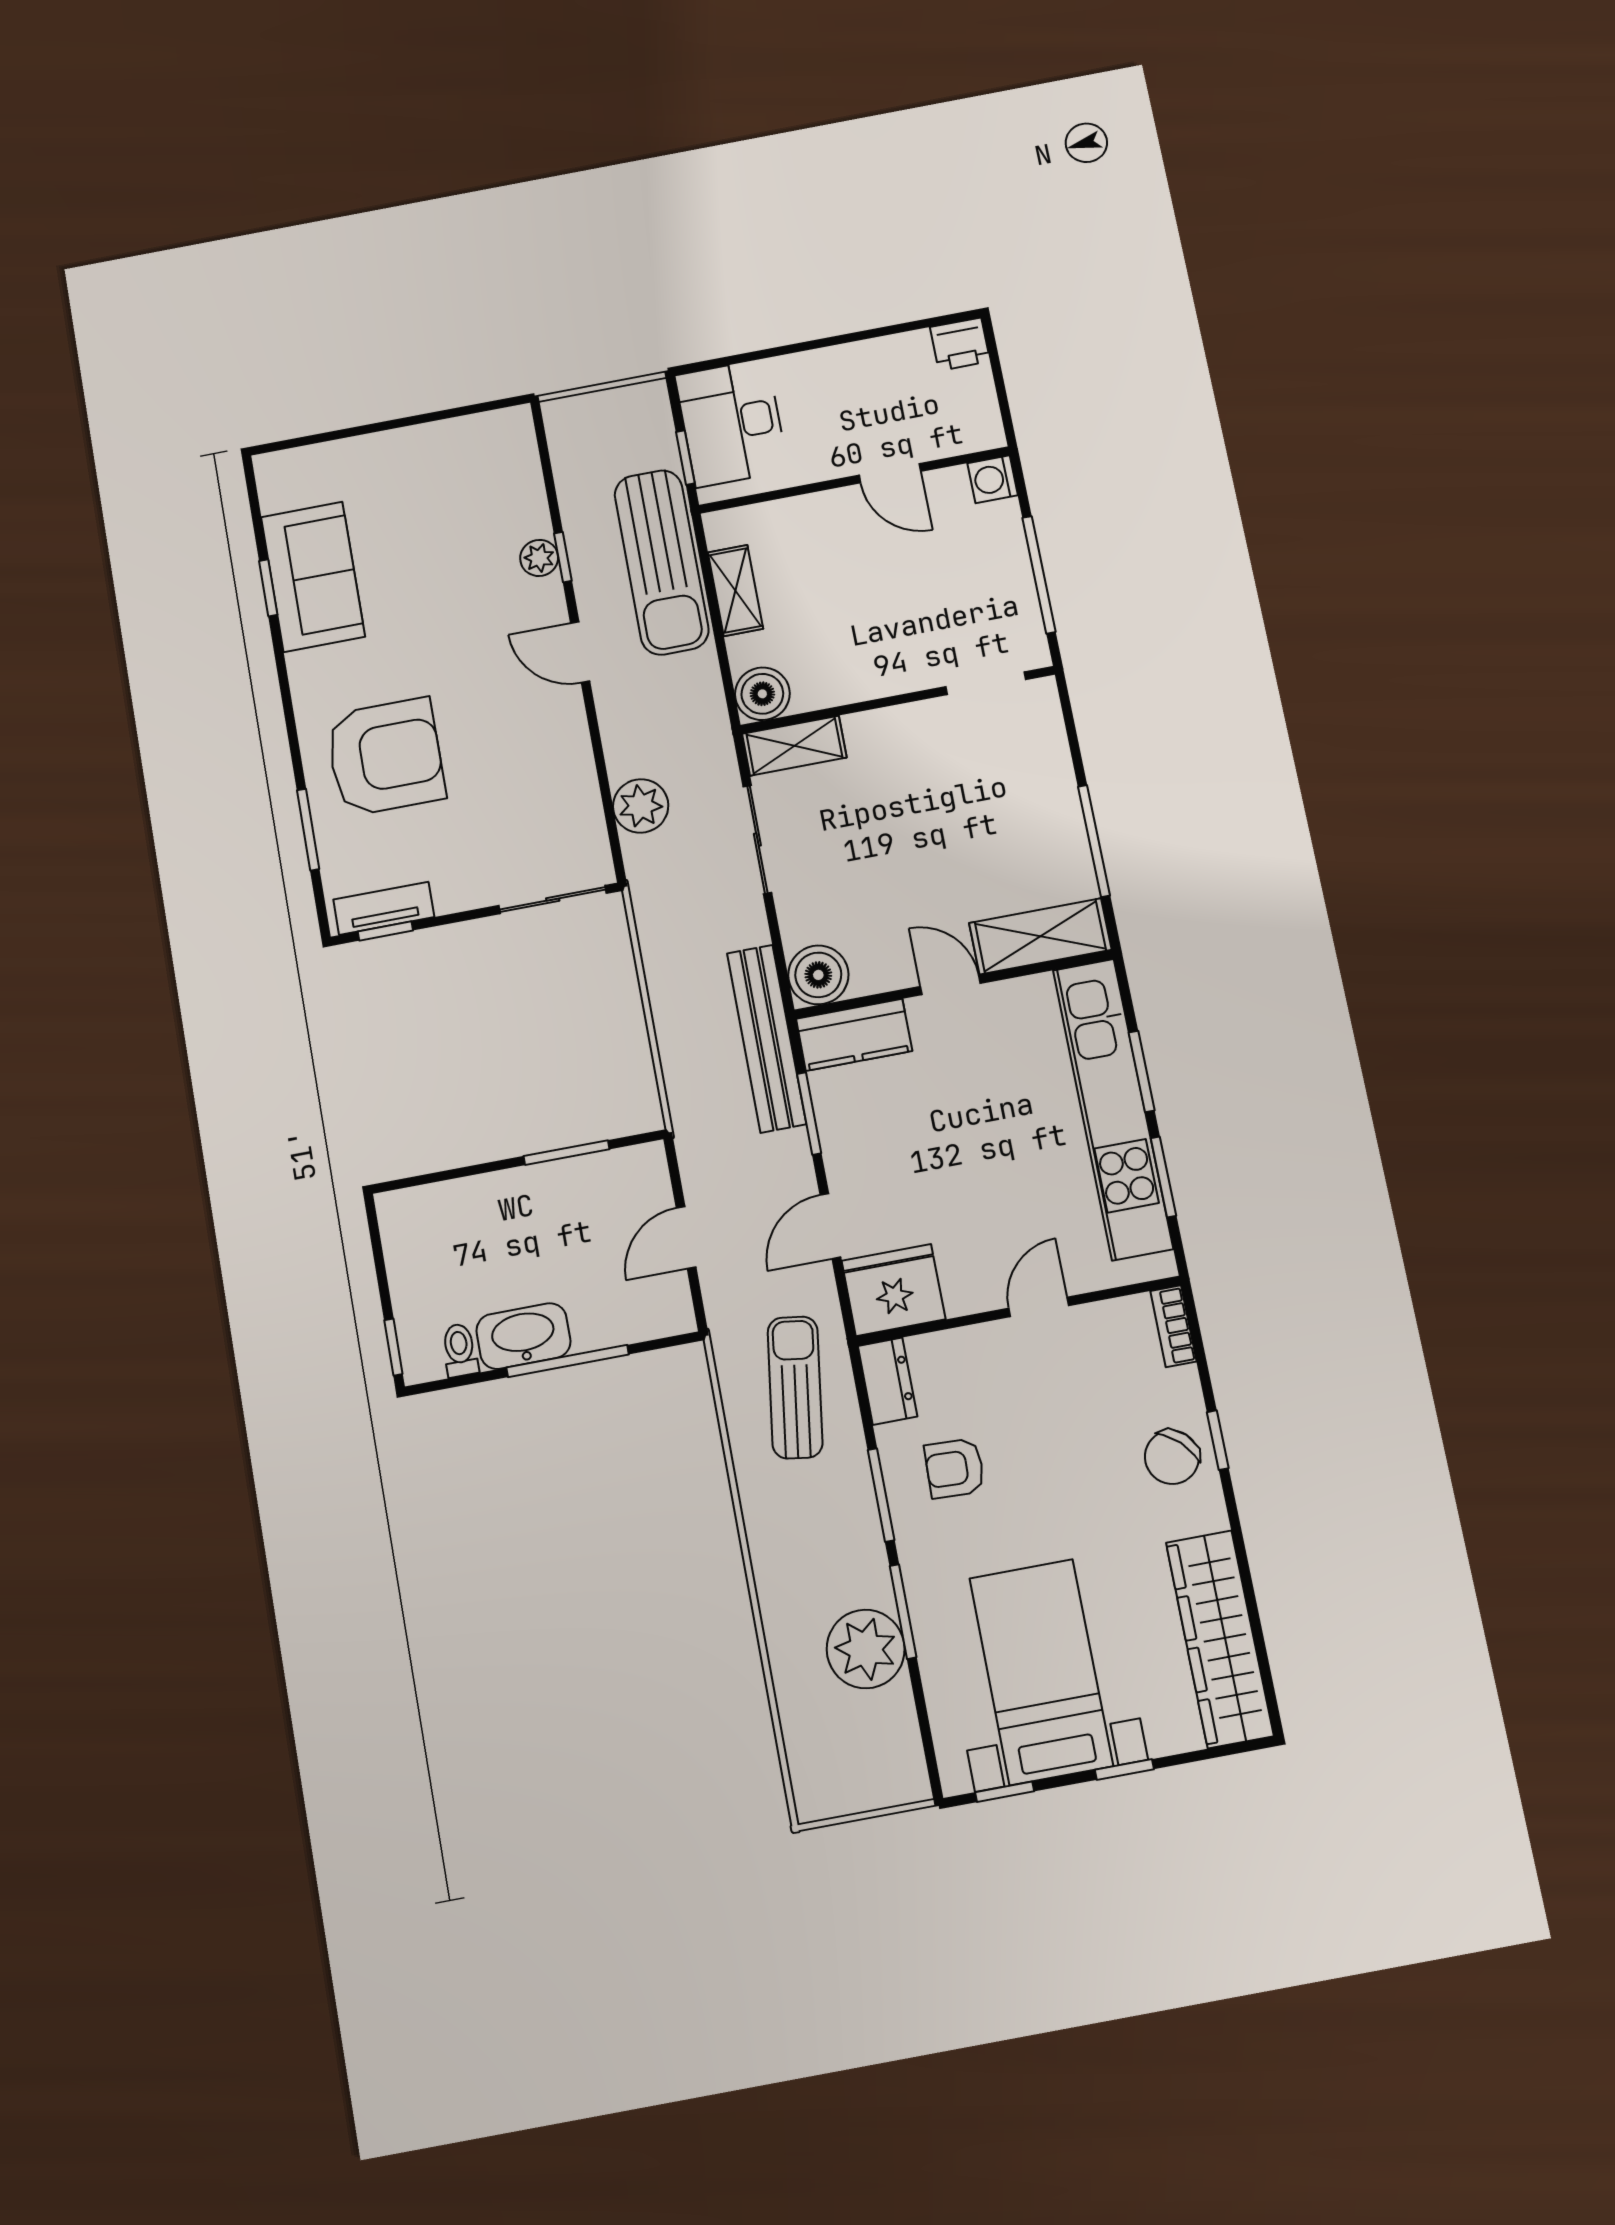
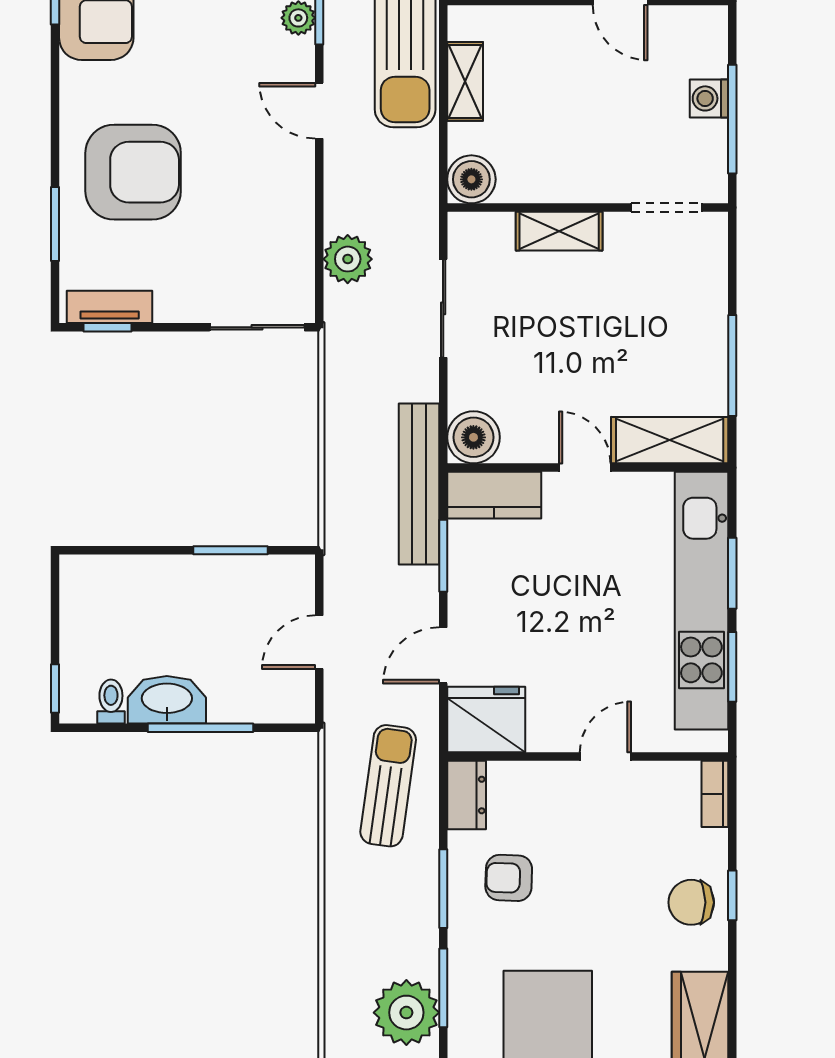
washing machine: (993, 479) -> (709, 98), moved
shelving: (794, 746) -> (559, 231), moved
chair: (1172, 1457) -> (691, 902), turned 46

